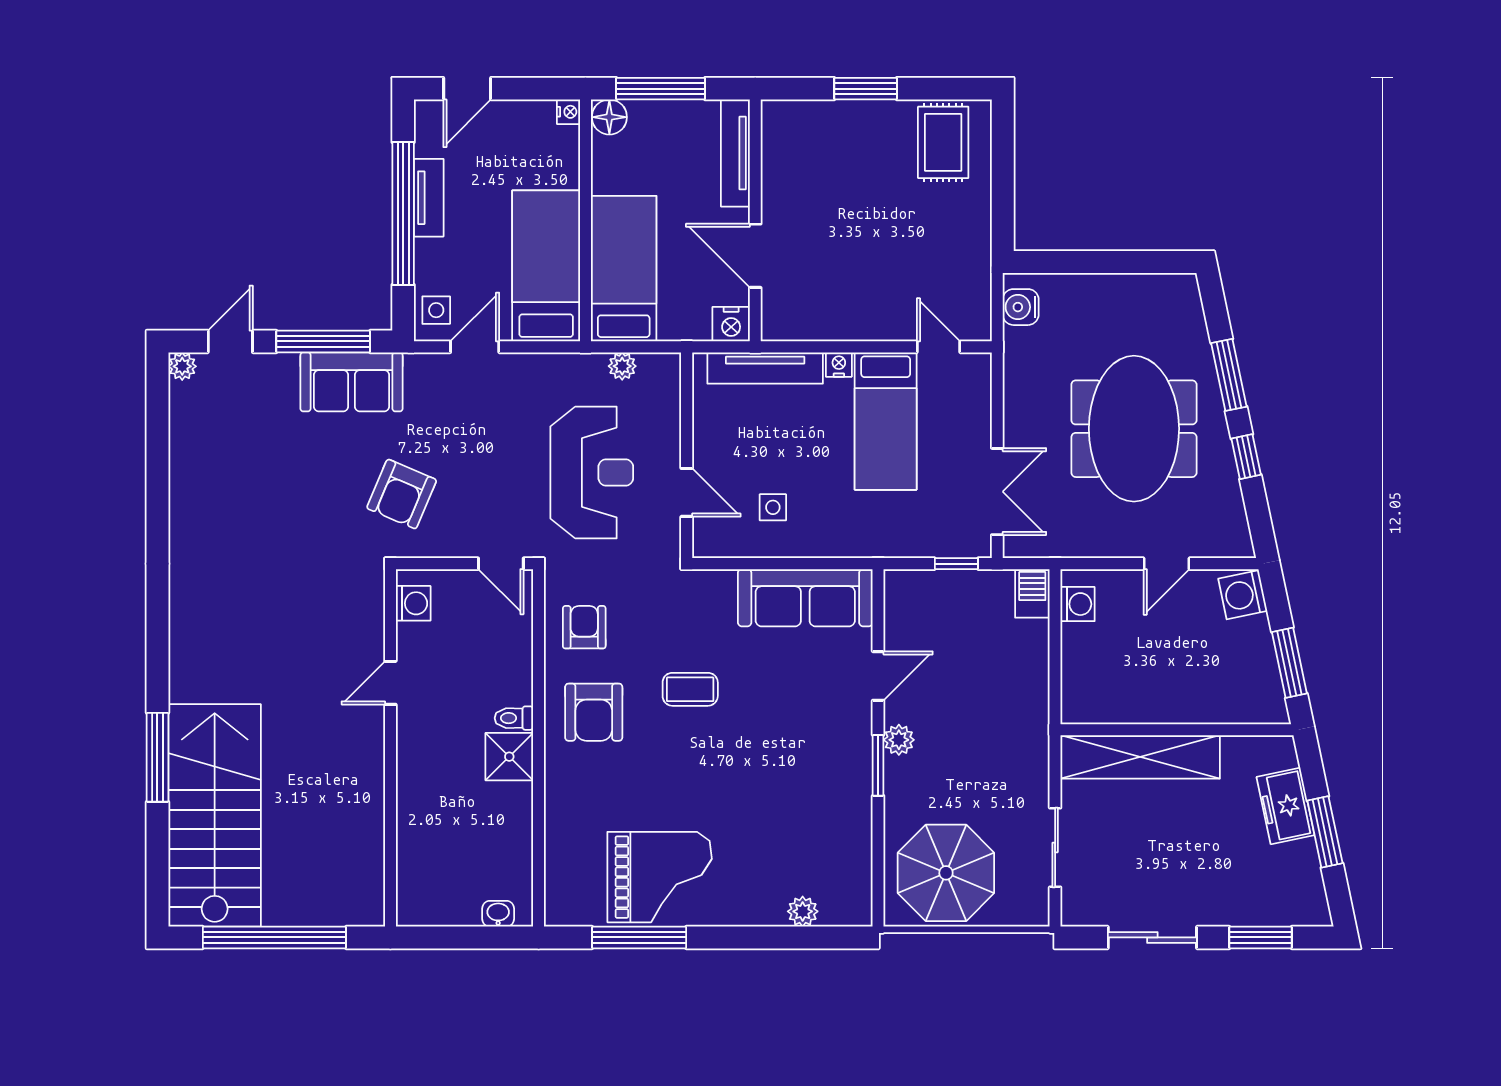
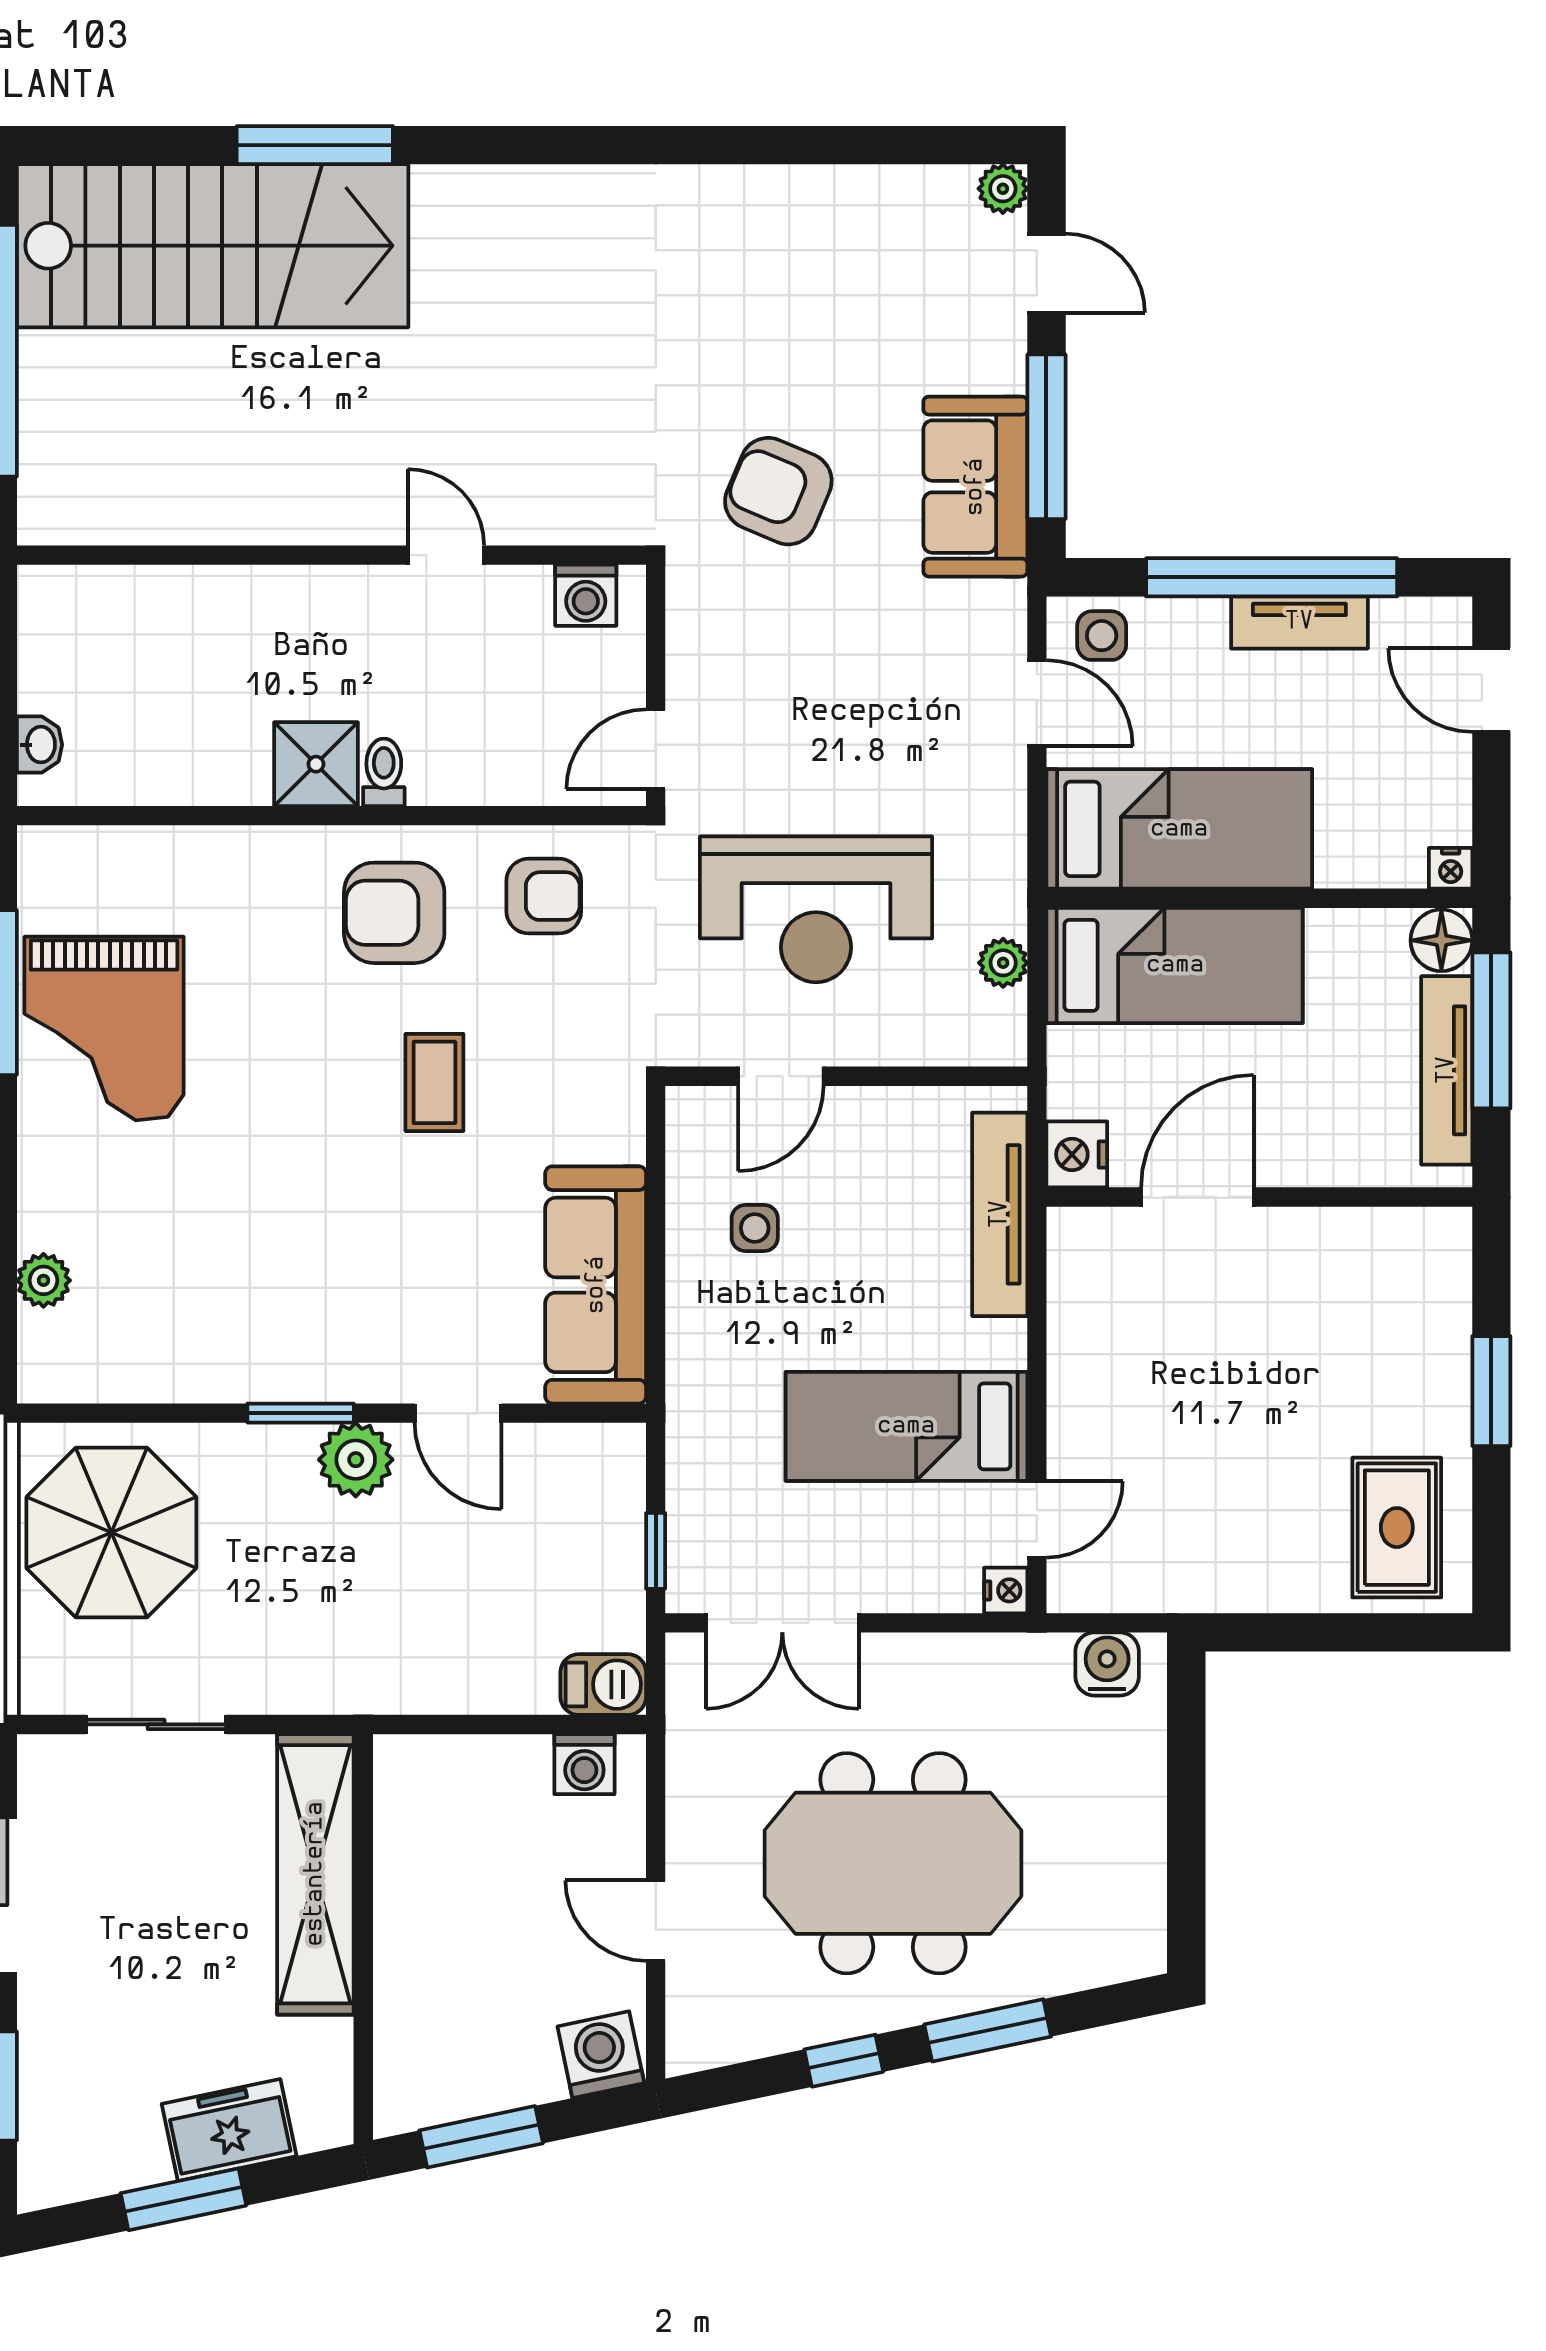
rug: (943, 142) -> (1397, 1528), turned 90
tv unit: (735, 153) -> (1447, 1070), moved, turned -90
nightstand: (839, 365) -> (1006, 1590), moved
armchair: (402, 494) -> (778, 491), moved
plant: (899, 740) -> (356, 1460), width x1.38, depth x1.38

